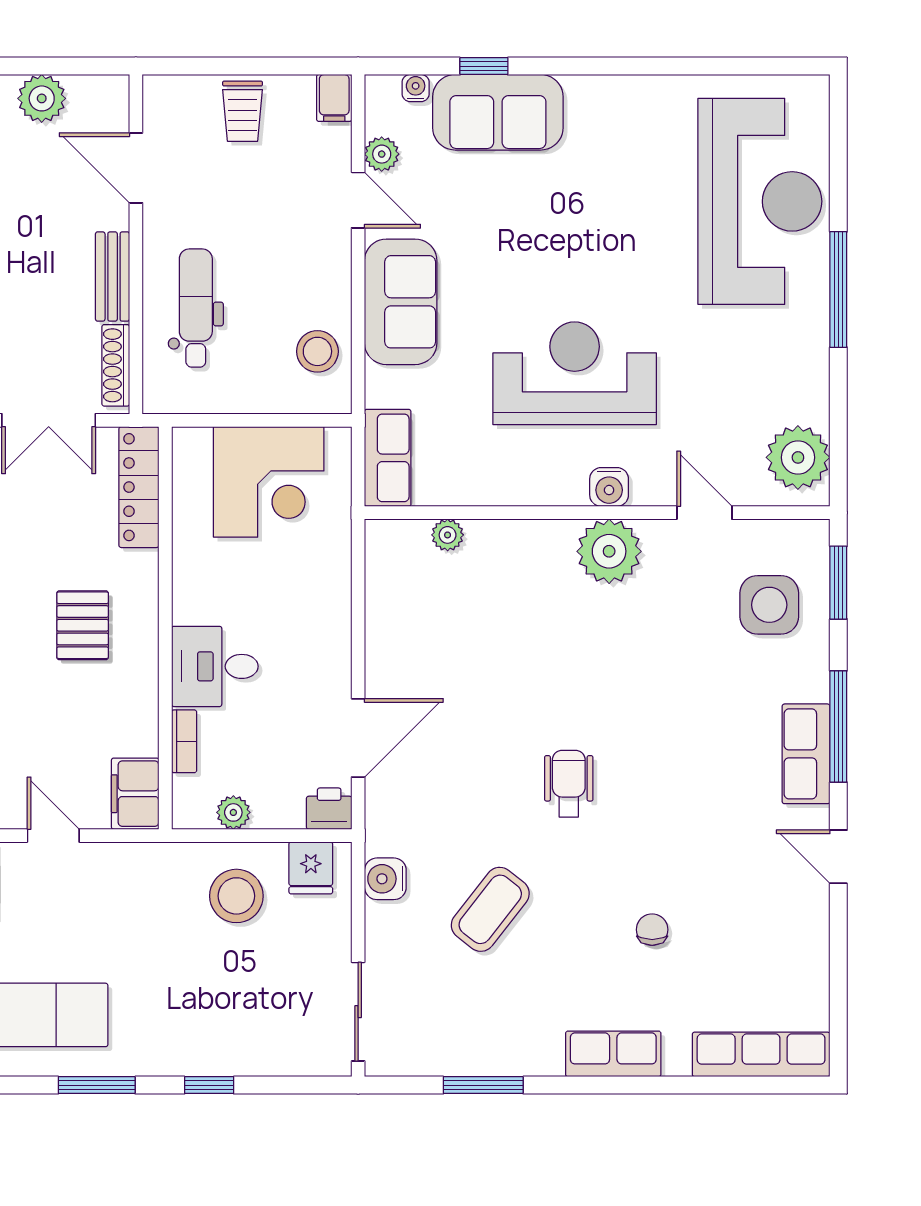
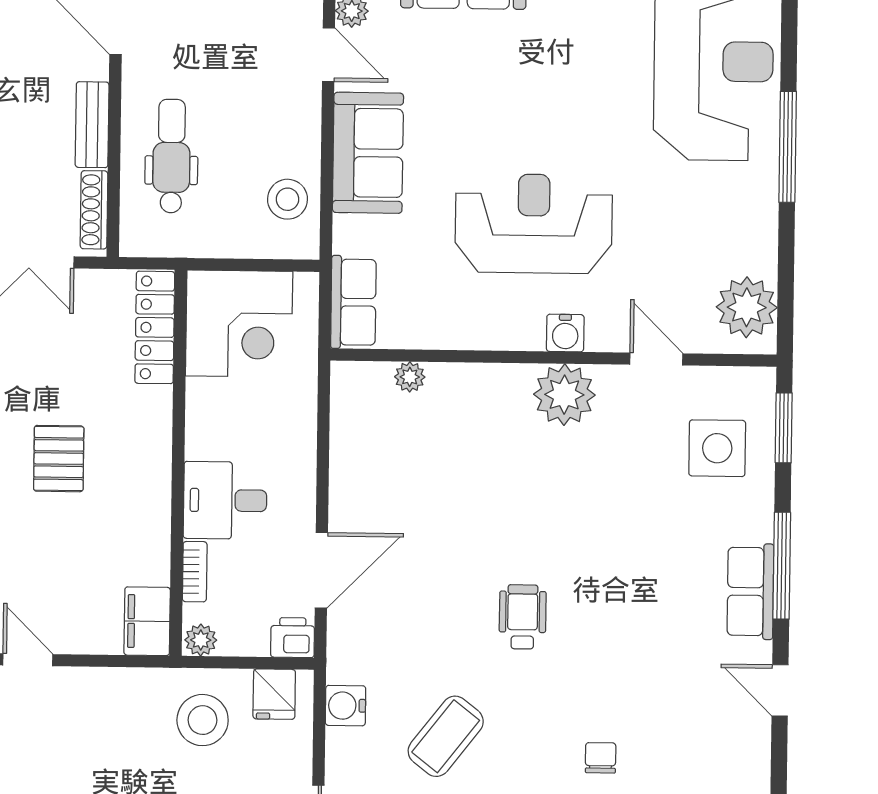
locker: (139, 487) -> (155, 327), moved
wall: (165, 628) -> (178, 463), moved
desk: (215, 666) -> (225, 500), moved
bookcase: (184, 741) -> (195, 572), moved
filing cabinet: (135, 794) -> (147, 621), moved

